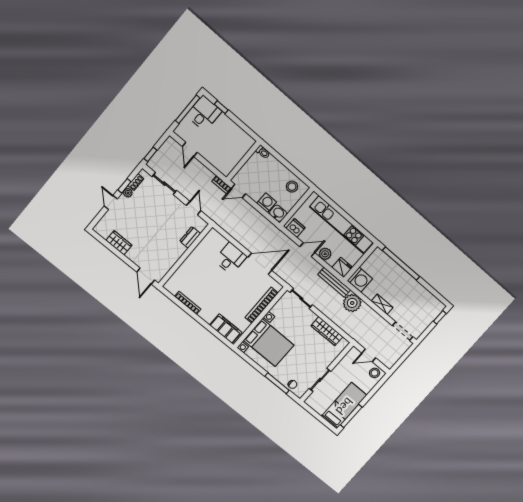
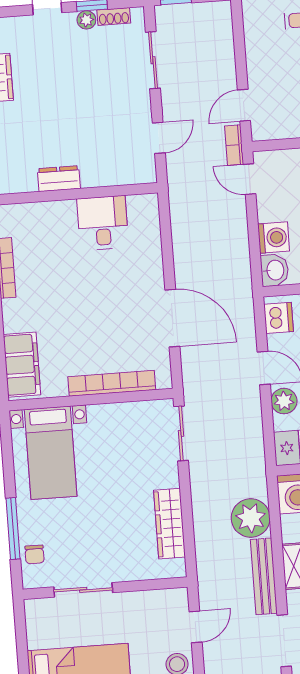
door: (190, 149) -> (244, 105), moved
dresser: (190, 237) -> (59, 179), moved
desk: (231, 258) -> (103, 223), moved, turned -90
bench: (334, 282) -> (264, 576), moved
bed with nightstands: (269, 343) -> (51, 453), width x0.73
door: (369, 355) -> (196, 627), swing flipped

